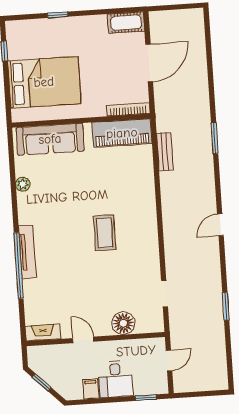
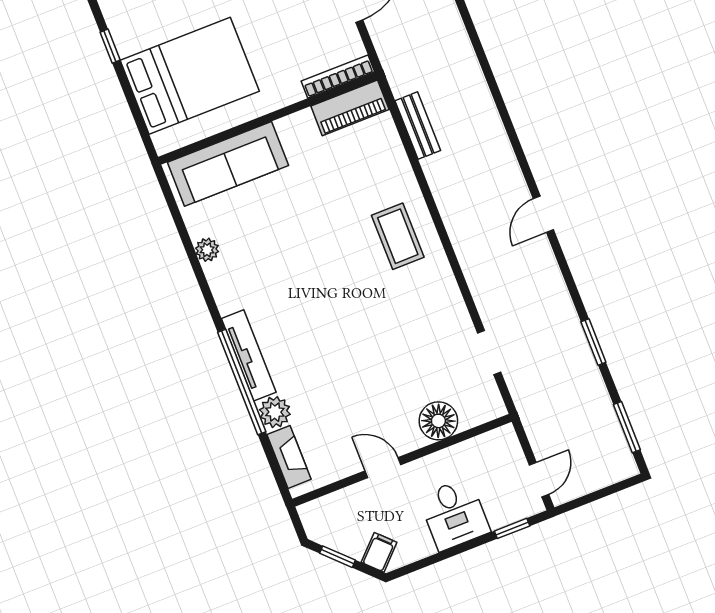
piano: (122, 133) -> (350, 108), width x0.73, depth x0.75
window: (215, 138) -> (627, 427), moved
coffee table: (105, 233) -> (398, 236), moved
plant: (32, 289) -> (275, 412), added
fireplace: (43, 333) -> (289, 457), moved, turned 90
door: (169, 361) -> (539, 480), moved
filing cabinet: (91, 389) -> (379, 552), moved, turned 45

